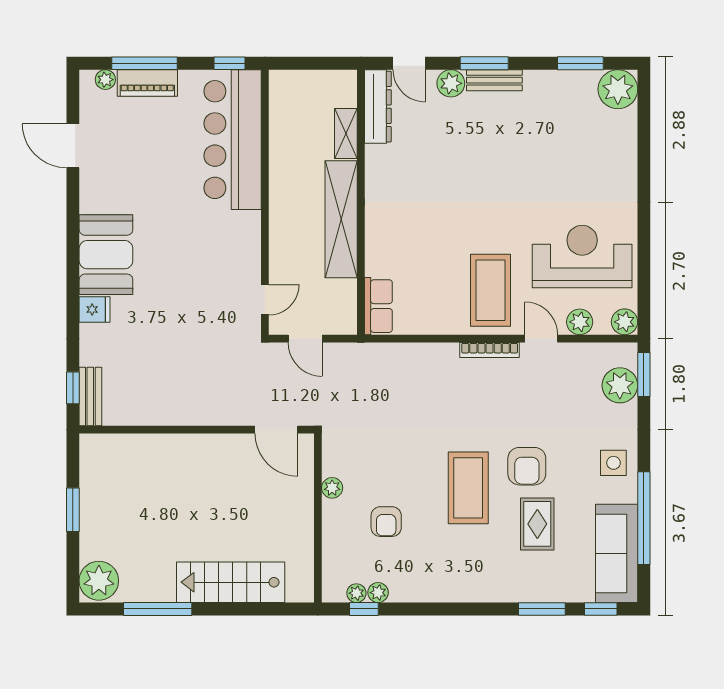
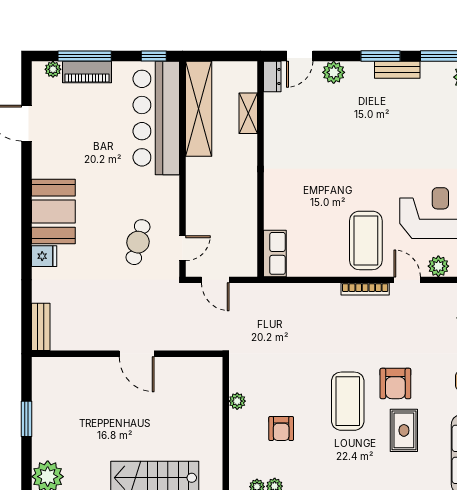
door: (409, 63) -> (300, 56), hinge flipped
window: (484, 63) -> (381, 56), moved
bench: (494, 80) -> (397, 70), moved
dresser: (378, 107) -> (272, 76), width x0.51, depth x0.80
shelving: (341, 219) -> (199, 109), moved
cafe table: (210, 292) -> (138, 242), added
window: (73, 388) -> (27, 320), removed
door: (276, 430) -> (137, 354), moved

